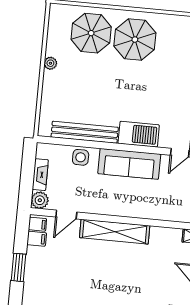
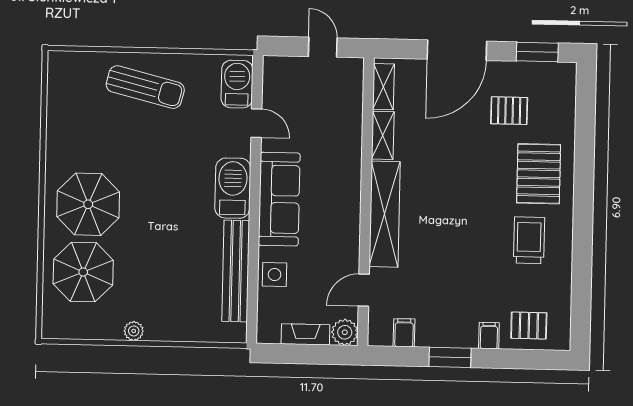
door: (66, 215) -> (364, 290), swing flipped
filing cabinet: (37, 224) -> (489, 336), moved
shelving: (166, 234) -> (383, 135), added

